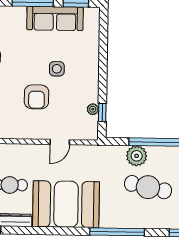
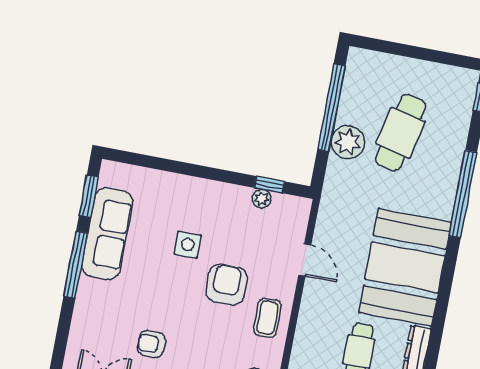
armchair: (36, 97) -> (226, 285), turned -90
coffee table: (21, 125) -> (267, 318), added

